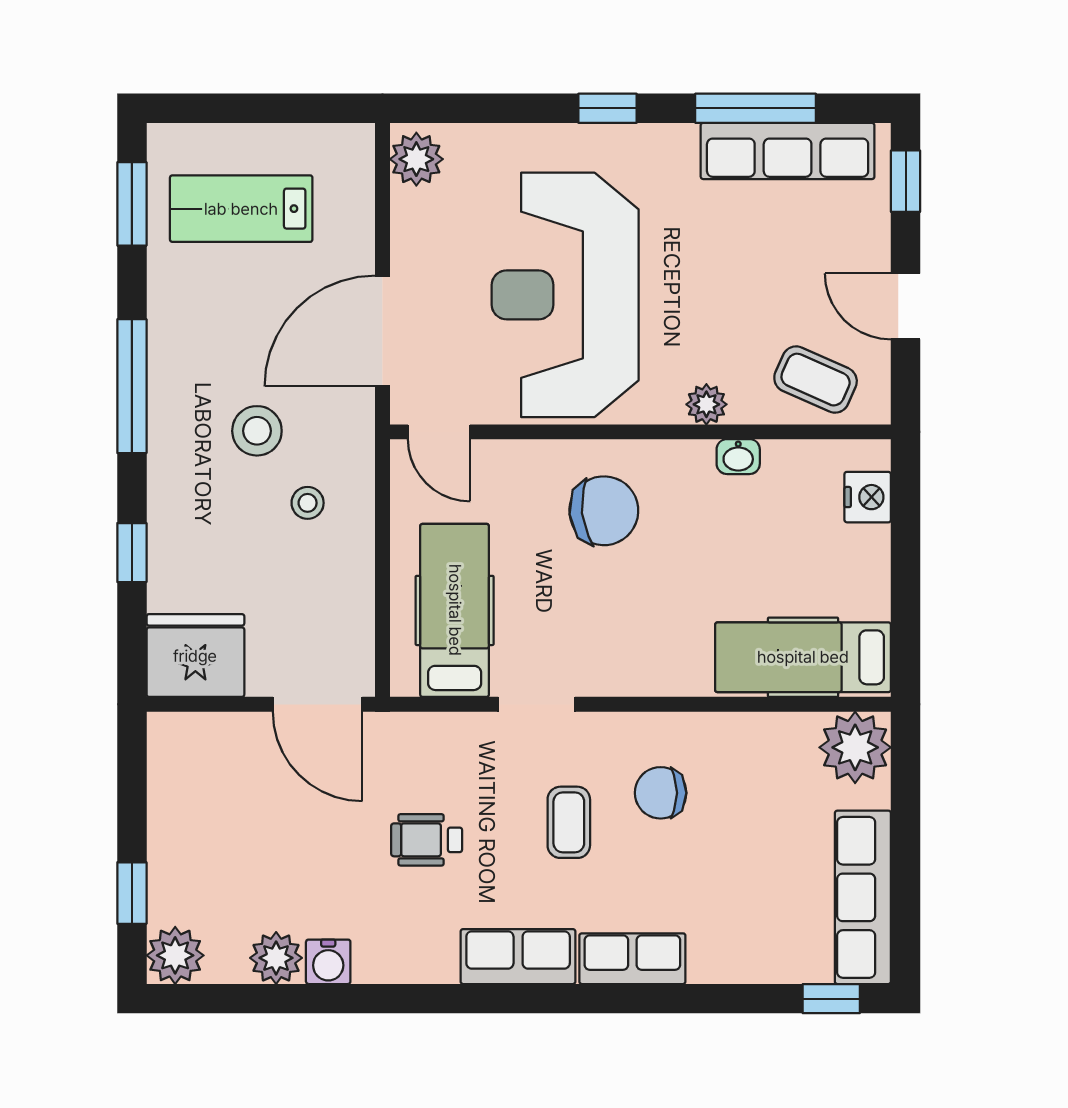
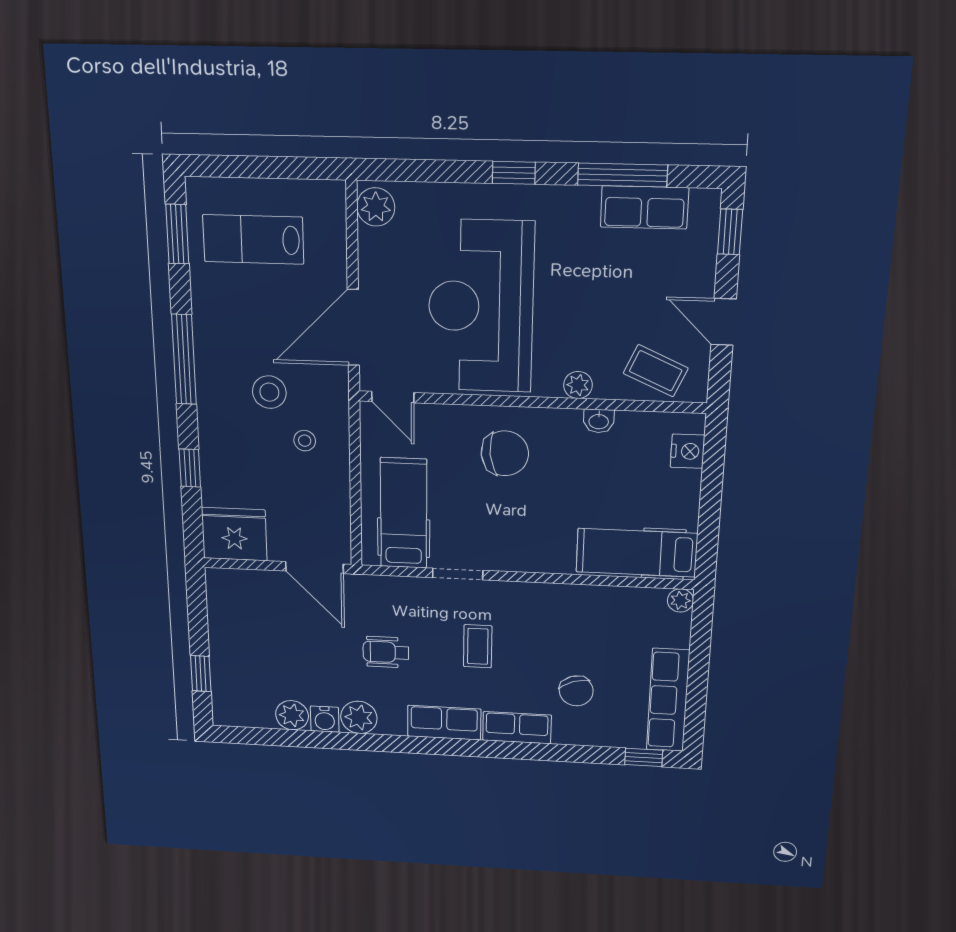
row of seats: (788, 151) -> (644, 207), width x0.68
plant: (855, 747) -> (680, 600), width x0.53, depth x0.53
chair: (661, 793) -> (576, 691), moved, turned -109
plant: (175, 955) -> (359, 717), moved

